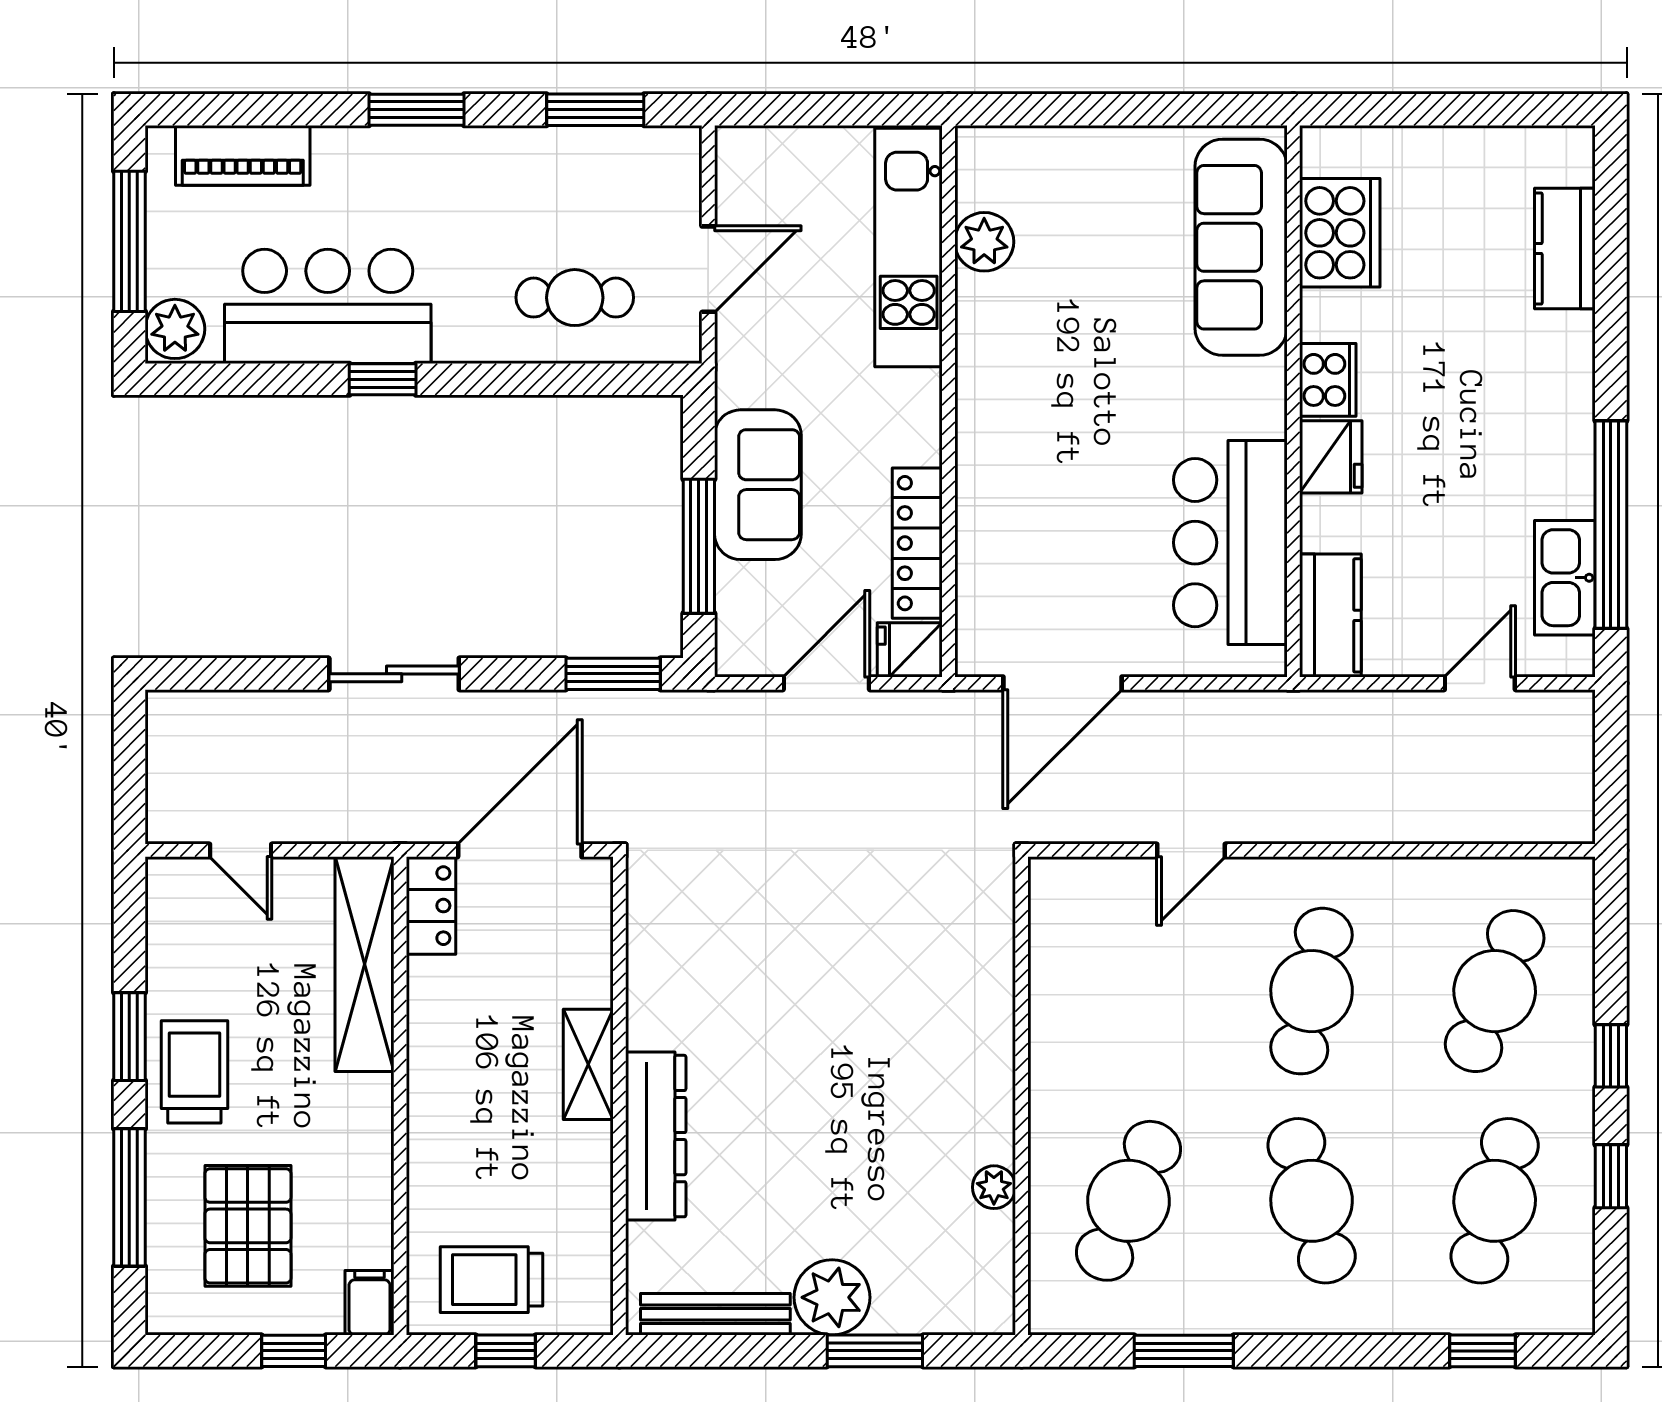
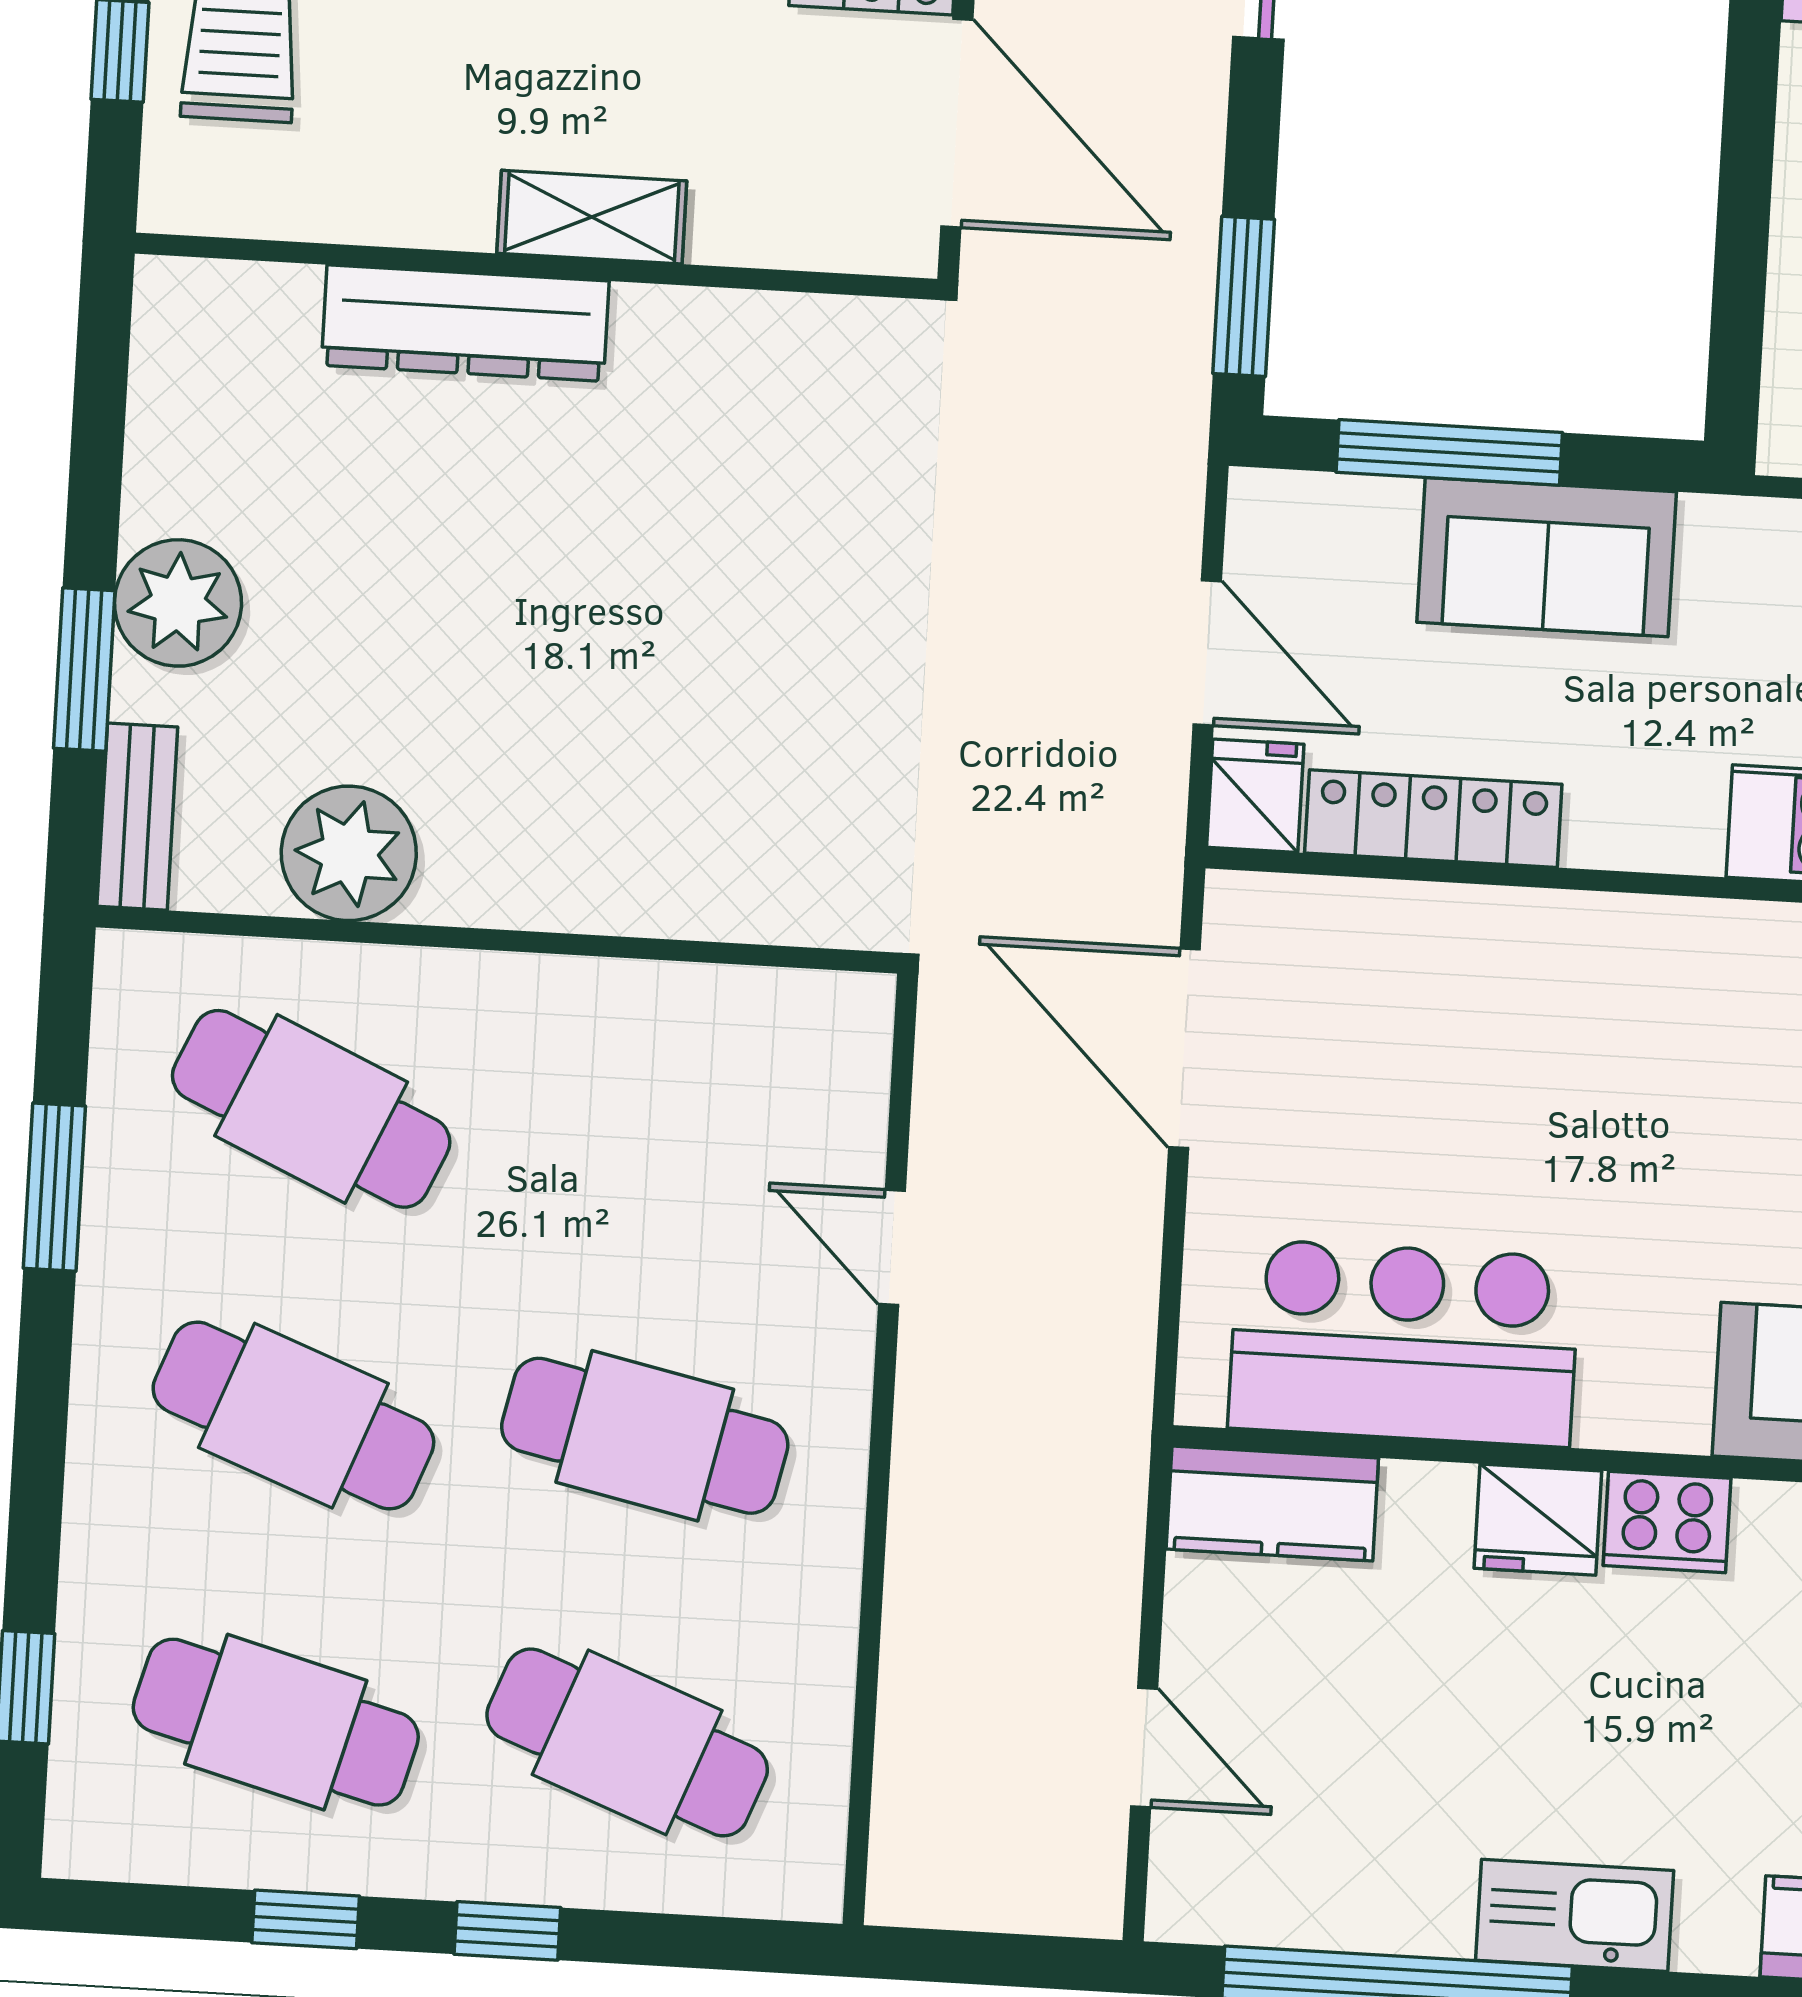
kitchen sink: (1565, 578) -> (1575, 1915), moved
plant: (994, 1187) -> (349, 853), width x1.88, depth x1.88
cafe table: (1312, 1201) -> (293, 1416), turned 36
bench: (715, 1314) -> (137, 817), moved, width x0.73

